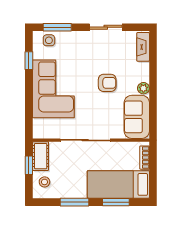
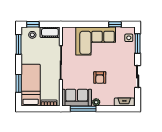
window: (153, 107) -> (83, 109), added
window: (29, 165) -> (33, 24), moved
window: (74, 202) -> (19, 44), moved

